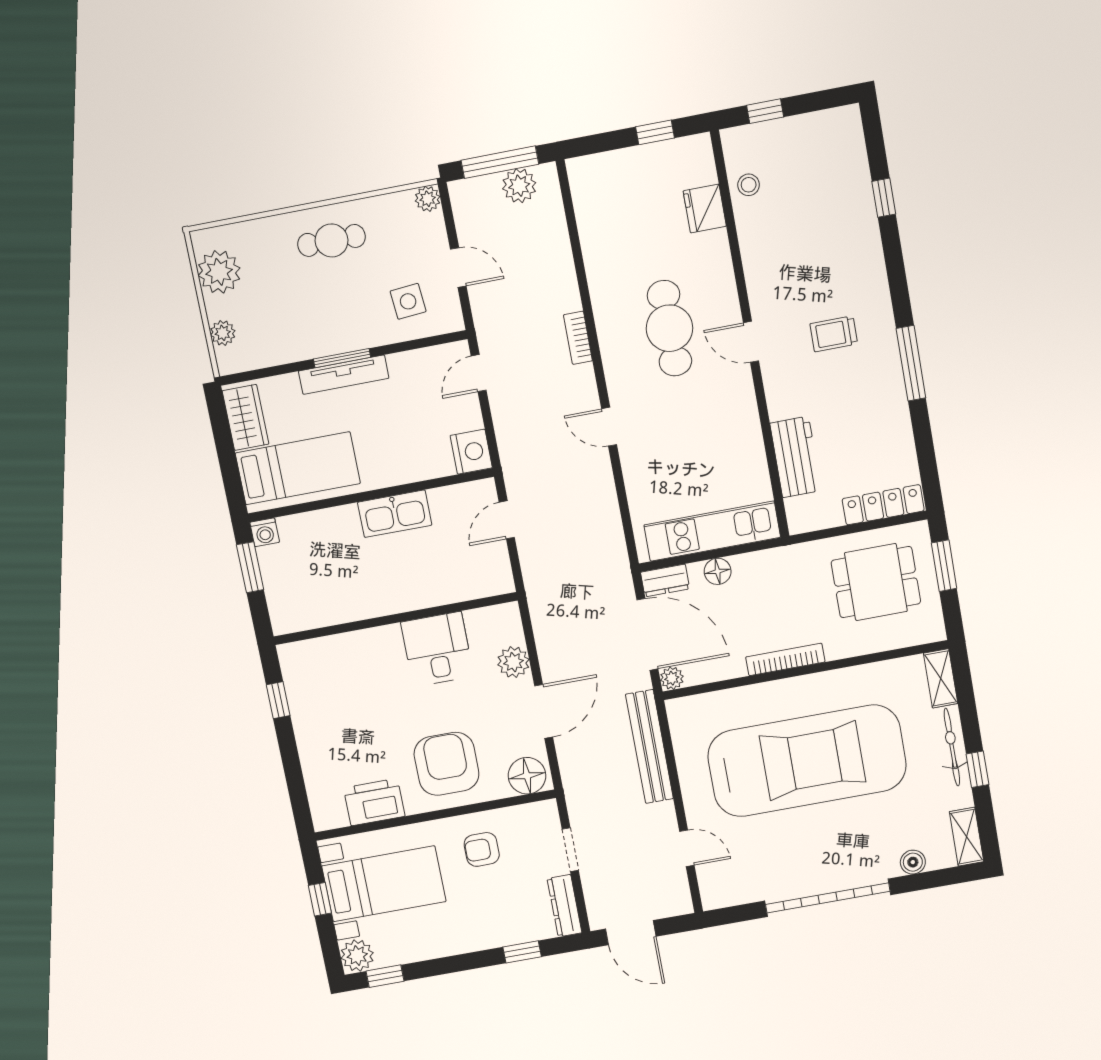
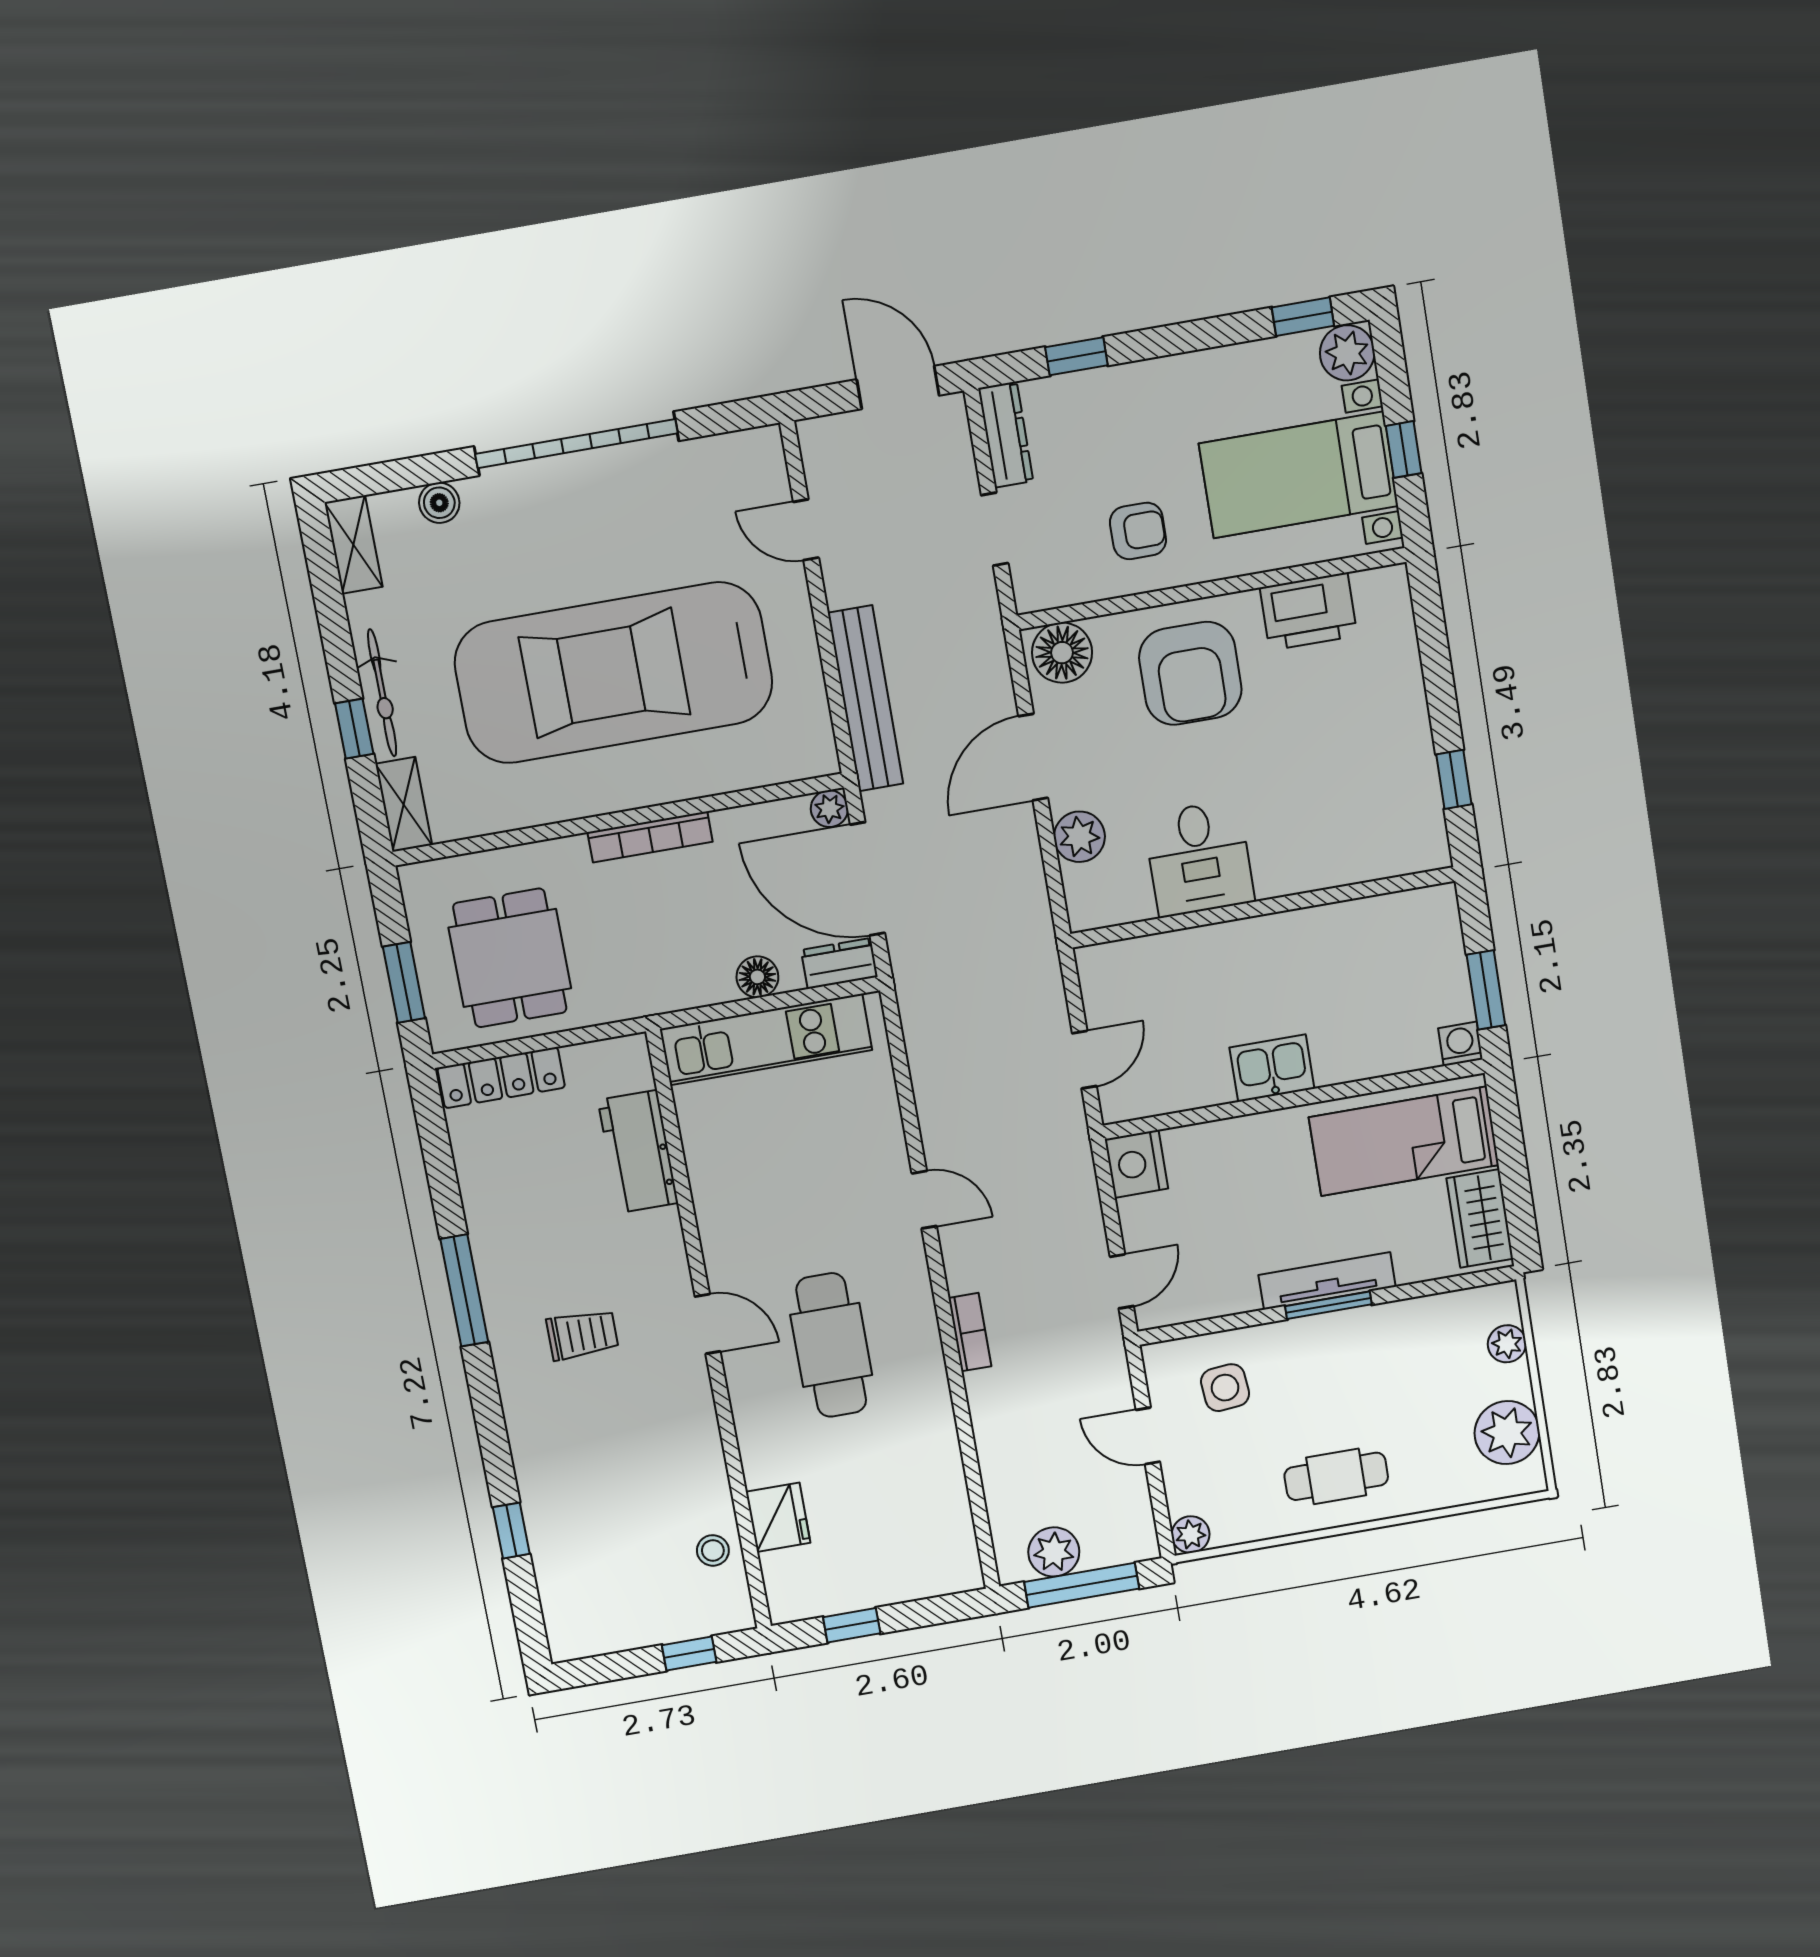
kitchen sink: (395, 514) -> (1272, 1068), width x0.73
dining table: (876, 582) -> (510, 958), turned 90
window: (977, 769) -> (354, 729), moved

